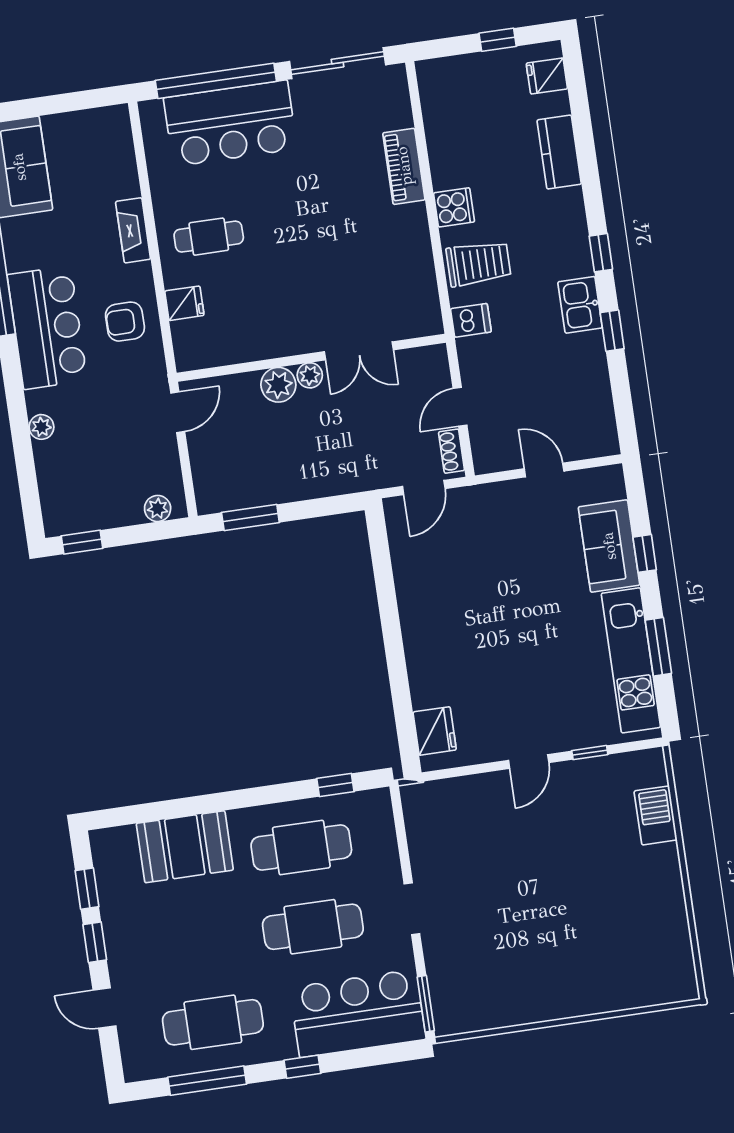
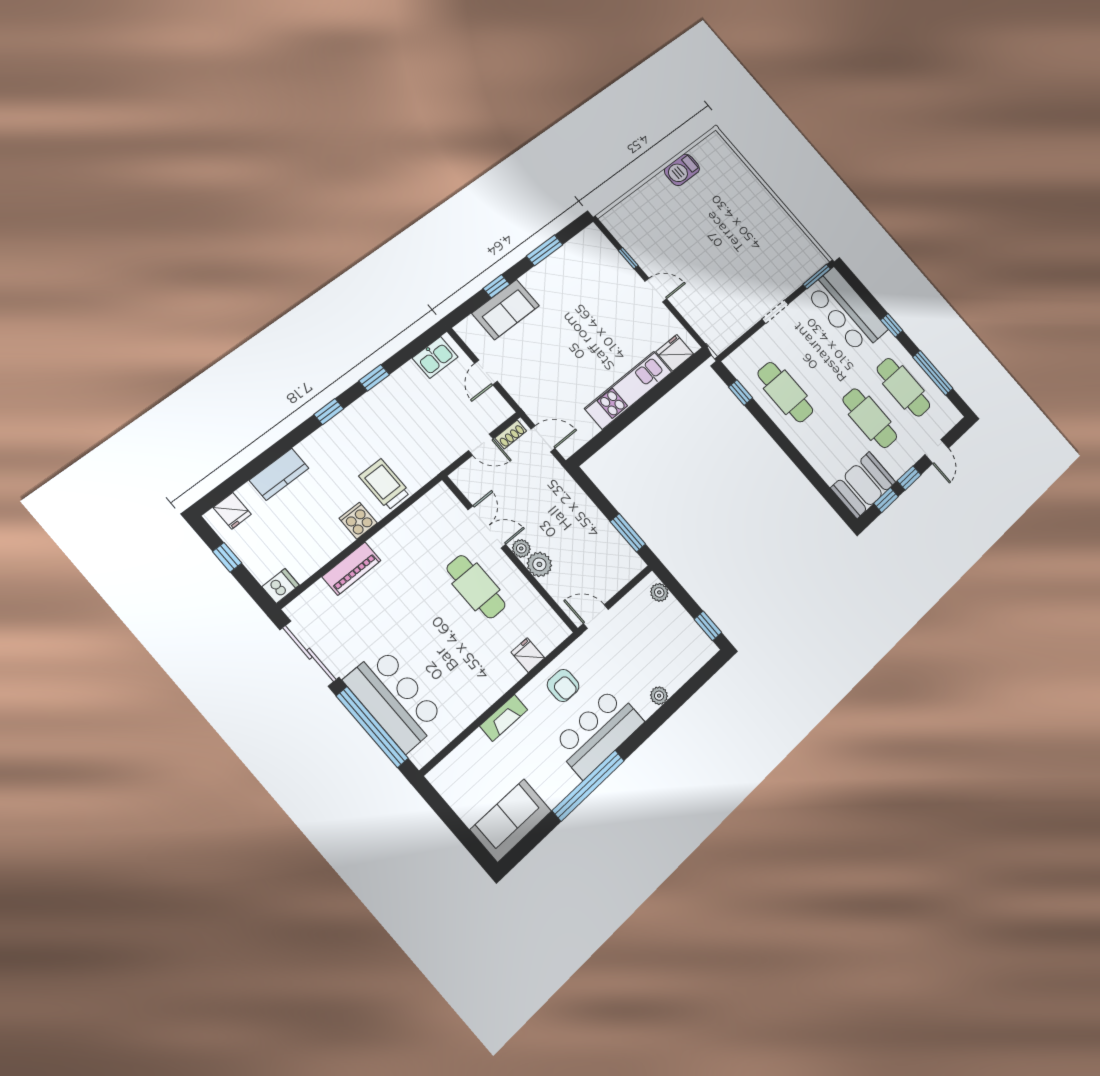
cafe table: (209, 237) -> (476, 587), moved, width x1.37, depth x1.35
kitchen sink: (580, 305) -> (435, 357), moved
dishwasher: (471, 320) -> (281, 586), moved, turned 90
kitchen unit: (631, 660) -> (628, 390), moved, turned 180
barbecue: (656, 815) -> (682, 170), moved
booth: (185, 847) -> (863, 485), moved, turned 90
cafe table: (313, 927) -> (870, 418), moved

